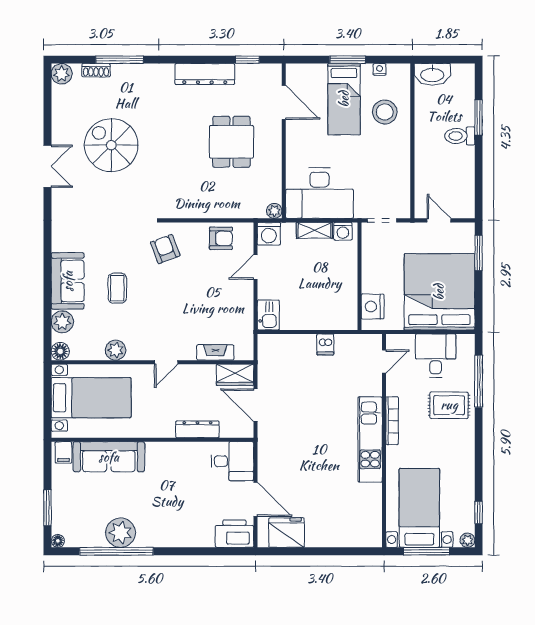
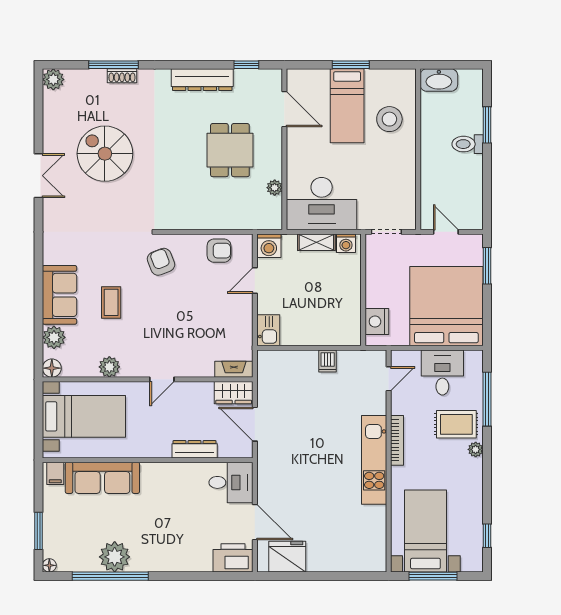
nightstand: (380, 69) -> (384, 75), removed
shoe rack: (96, 70) -> (122, 76), moved
plant: (274, 211) -> (275, 188), moved
fireplace: (215, 352) -> (234, 369), moved
plant: (468, 540) -> (476, 449), moved

